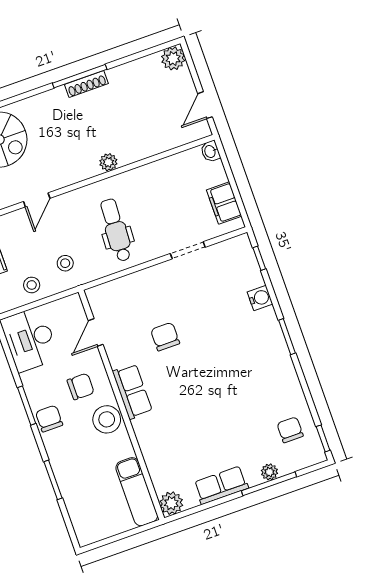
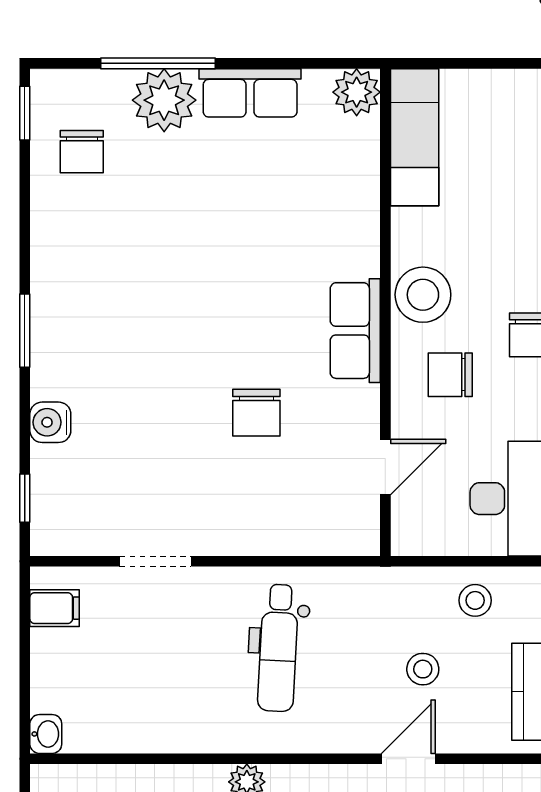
filing cabinet: (224, 203) -> (55, 608), width x0.50
stool: (65, 263) -> (423, 669), moved
plant: (269, 472) -> (164, 100), width x1.88, depth x1.88

